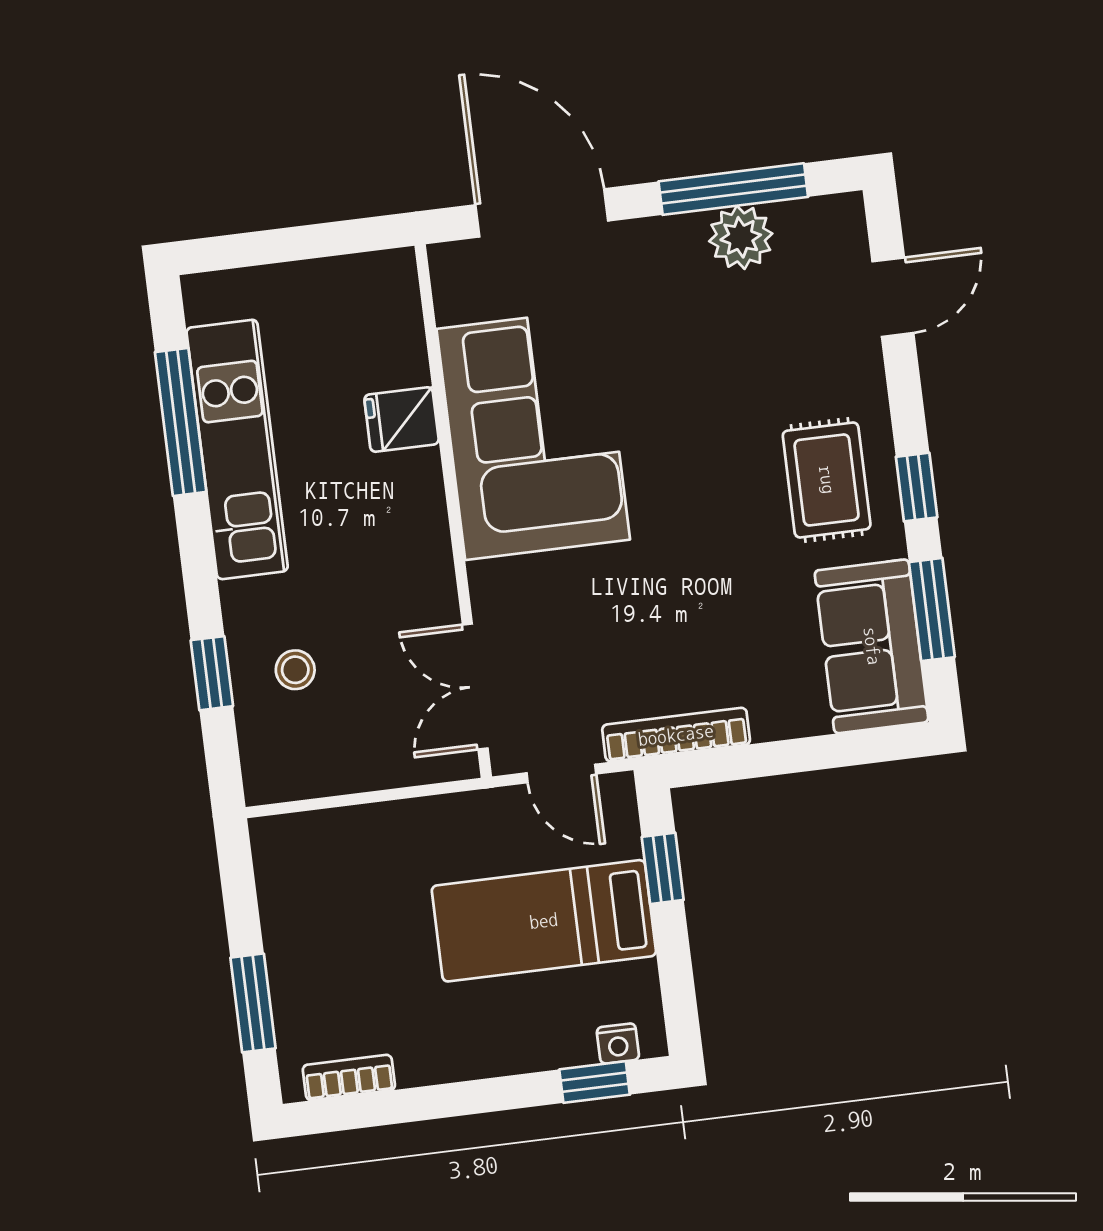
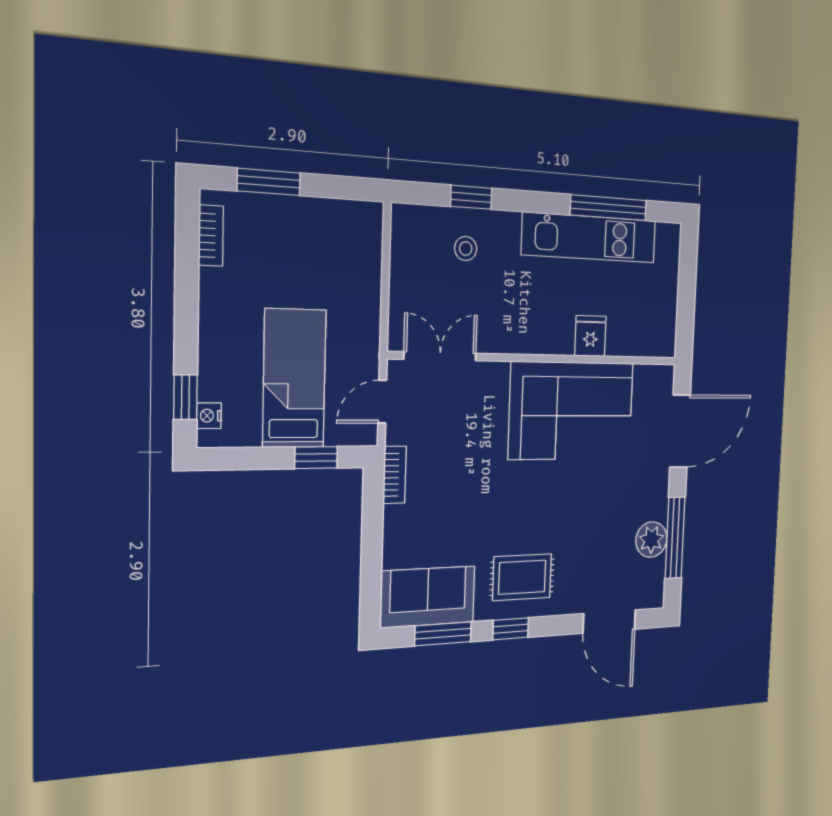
door: (893, 297) -> (609, 621), width x1.38
bookcase: (676, 735) -> (395, 475), width x0.64

